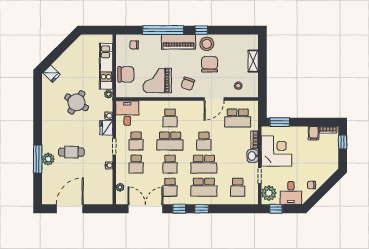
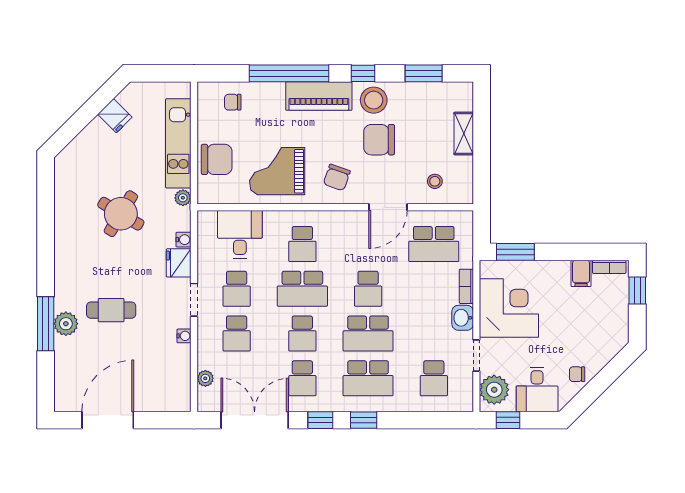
window: (232, 30) -> (424, 73), added
chair: (210, 64) -> (379, 140), turned -90
fridge: (52, 74) -> (115, 116), moved
desk: (127, 113) -> (240, 234), moved

